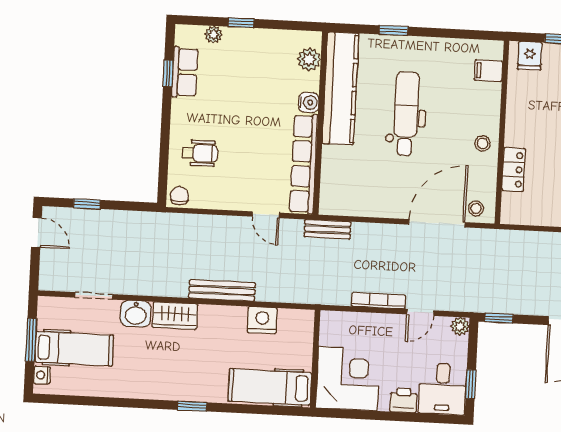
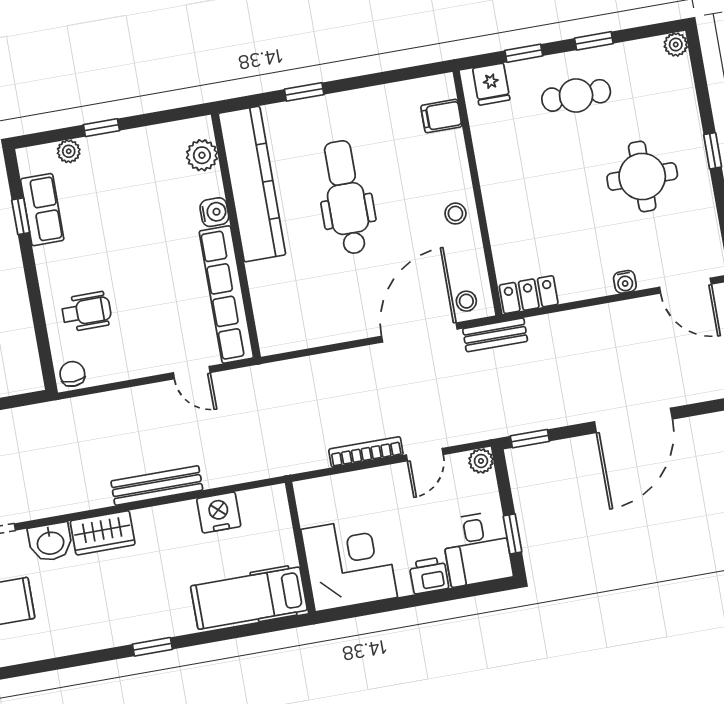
locker: (514, 170) -> (529, 295), moved, turned -90
bench: (327, 229) -> (495, 335), moved

